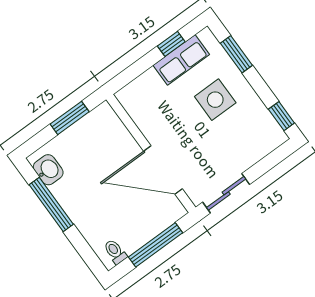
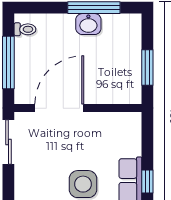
washbasin: (48, 170) -> (88, 24), moved

